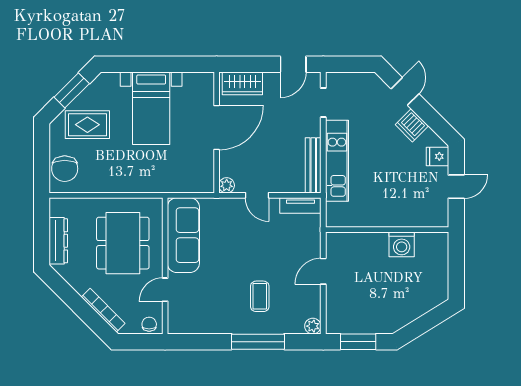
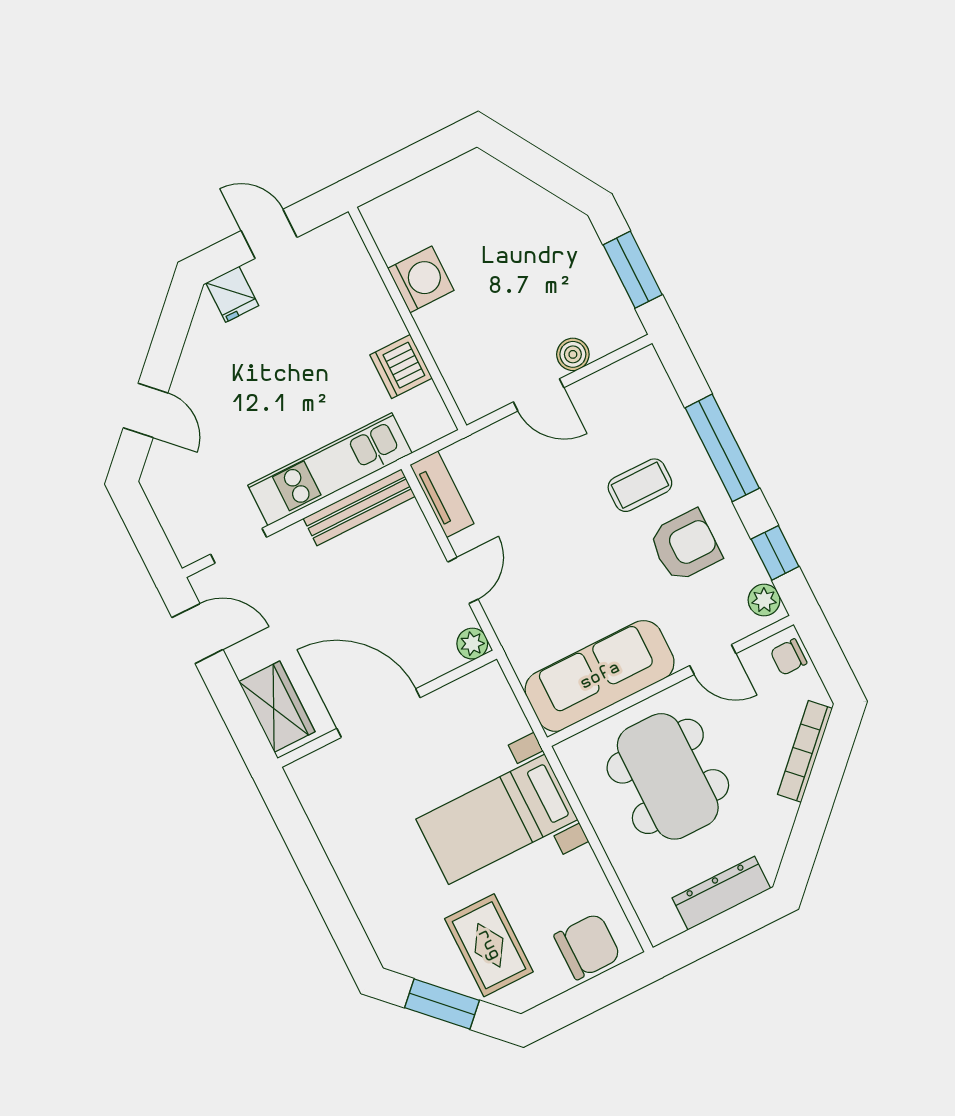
door: (405, 91) -> (146, 410), swing flipped
bed with nightstands: (151, 108) -> (497, 819), moved, turned 180
dishwasher: (412, 125) -> (401, 367), moved, turned 135
dining table: (123, 243) -> (668, 776), turned 90
boiler: (334, 296) -> (573, 354), added
armchair: (222, 303) -> (685, 546), added
plant: (313, 326) -> (764, 600), moved
window: (199, 342) -> (775, 553), added

